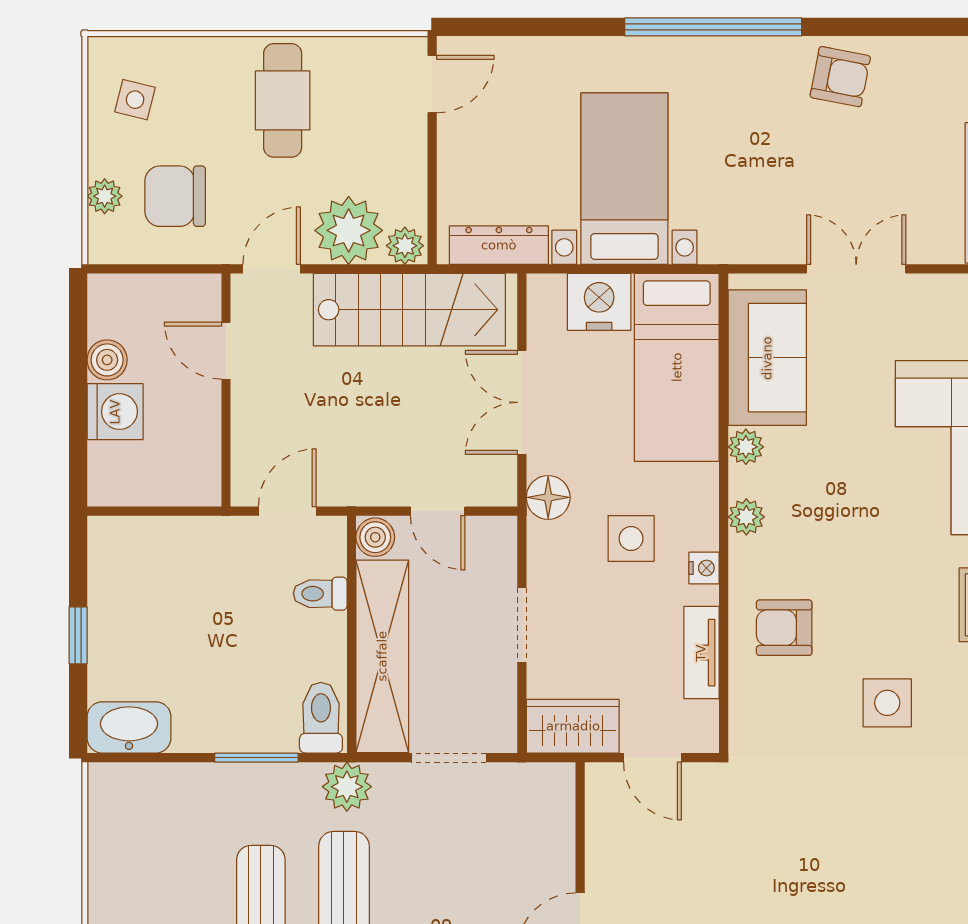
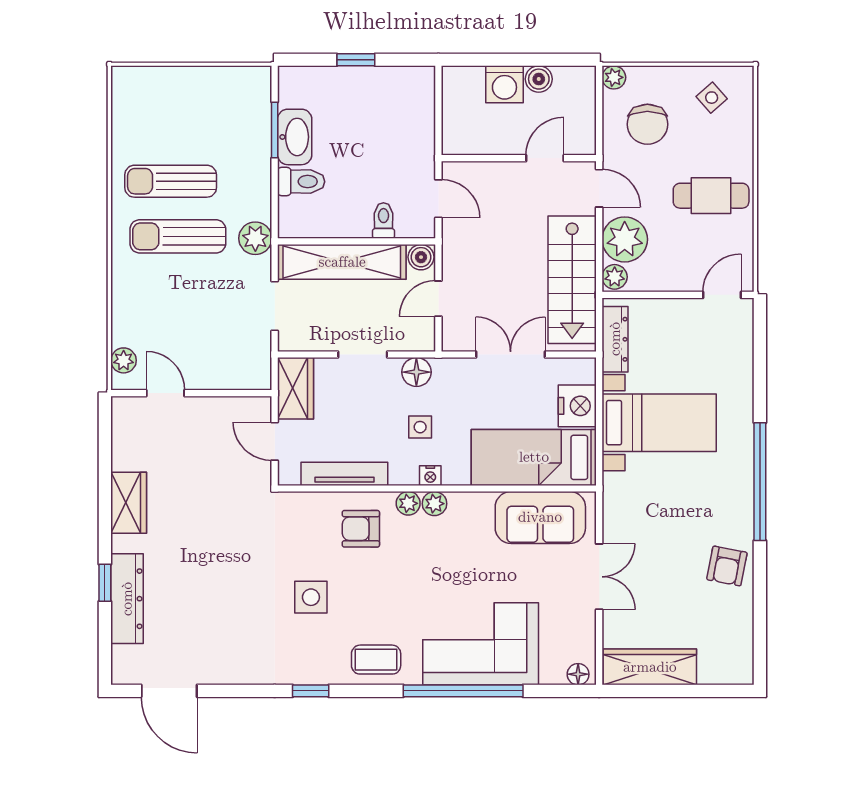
door: (432, 84) -> (722, 295), swing flipped
side table: (135, 100) -> (712, 98), turned 35
plant: (105, 196) -> (614, 77), moved
chair: (175, 196) -> (647, 124), turned 180
plant: (746, 447) -> (408, 503), moved
floor lamp: (548, 497) -> (416, 372), moved
side table: (631, 539) -> (420, 427), width x0.73, depth x0.73
nightstand: (704, 568) -> (430, 476), moved
armchair: (784, 628) -> (361, 529), turned -90
tv unit: (701, 653) -> (344, 474), width x1.41
toilet: (321, 718) -> (301, 182), moved
washbasin: (129, 727) -> (295, 137), moved
window: (256, 758) -> (275, 130), moved
door: (652, 758) -> (275, 441), hinge flipped

